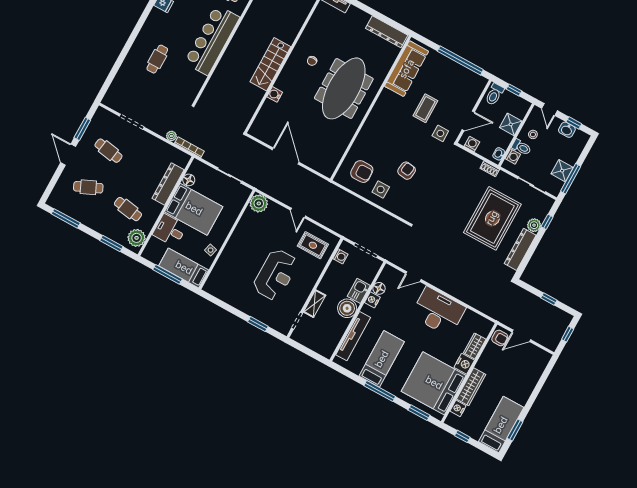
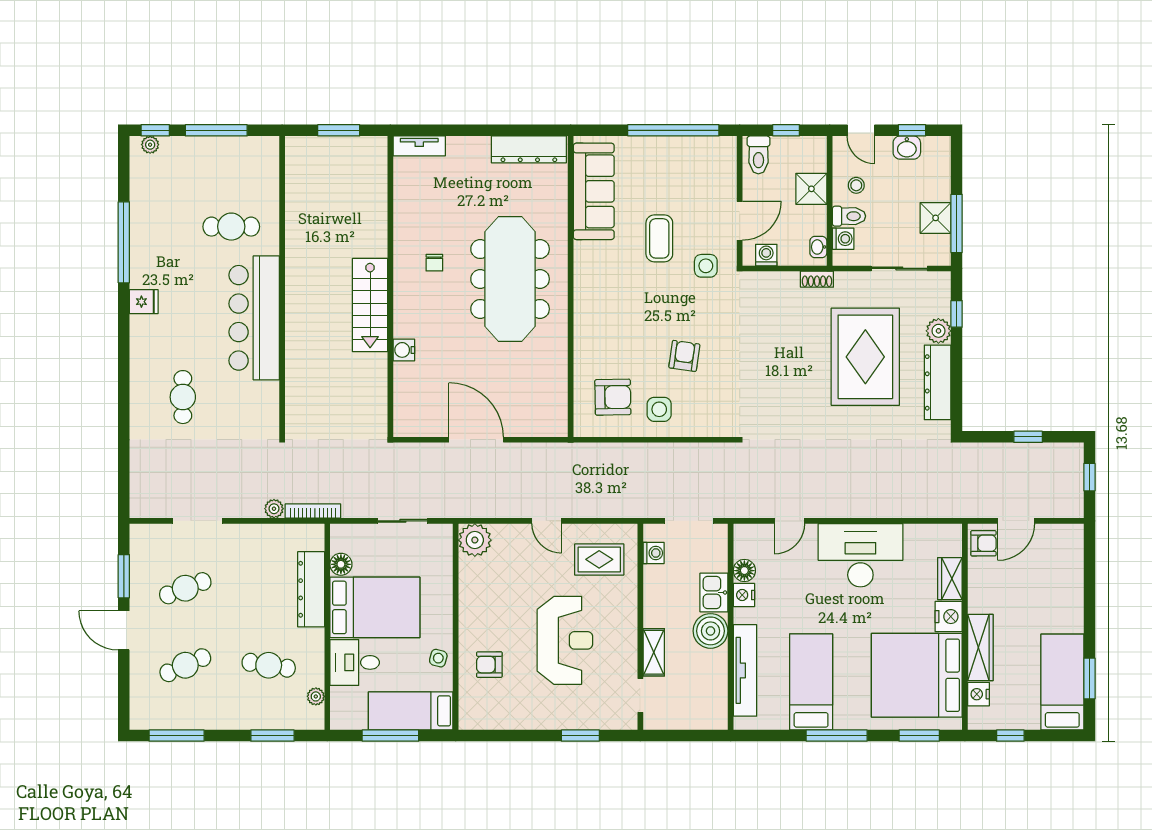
cafe table: (108, 151) -> (185, 588), turned -30
plant: (137, 238) -> (316, 696), width x0.53, depth x0.53
armchair: (233, 266) -> (489, 665), added

